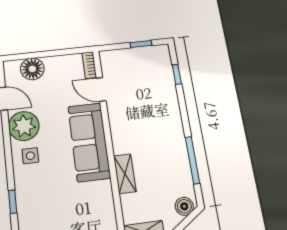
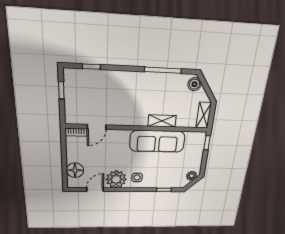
sofa: (89, 142) -> (157, 141), moved

